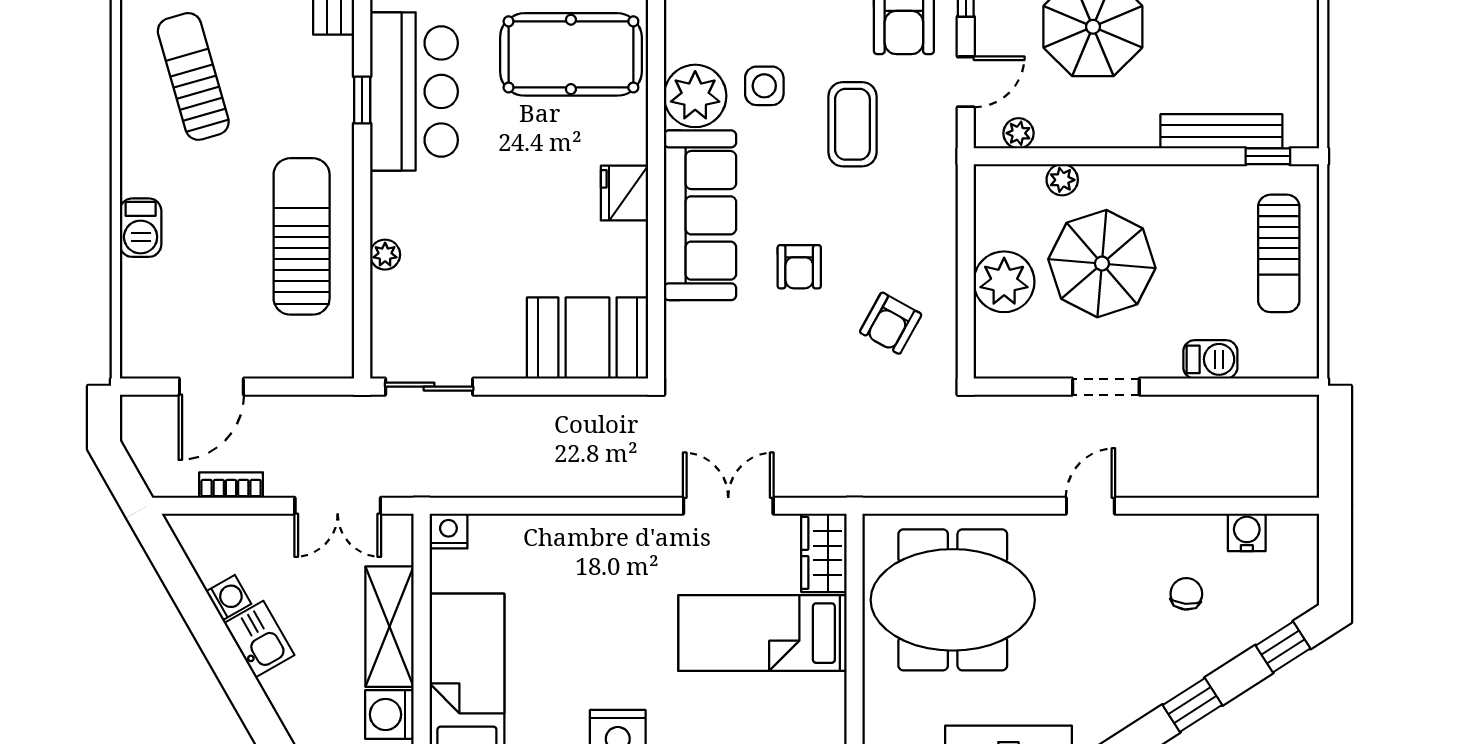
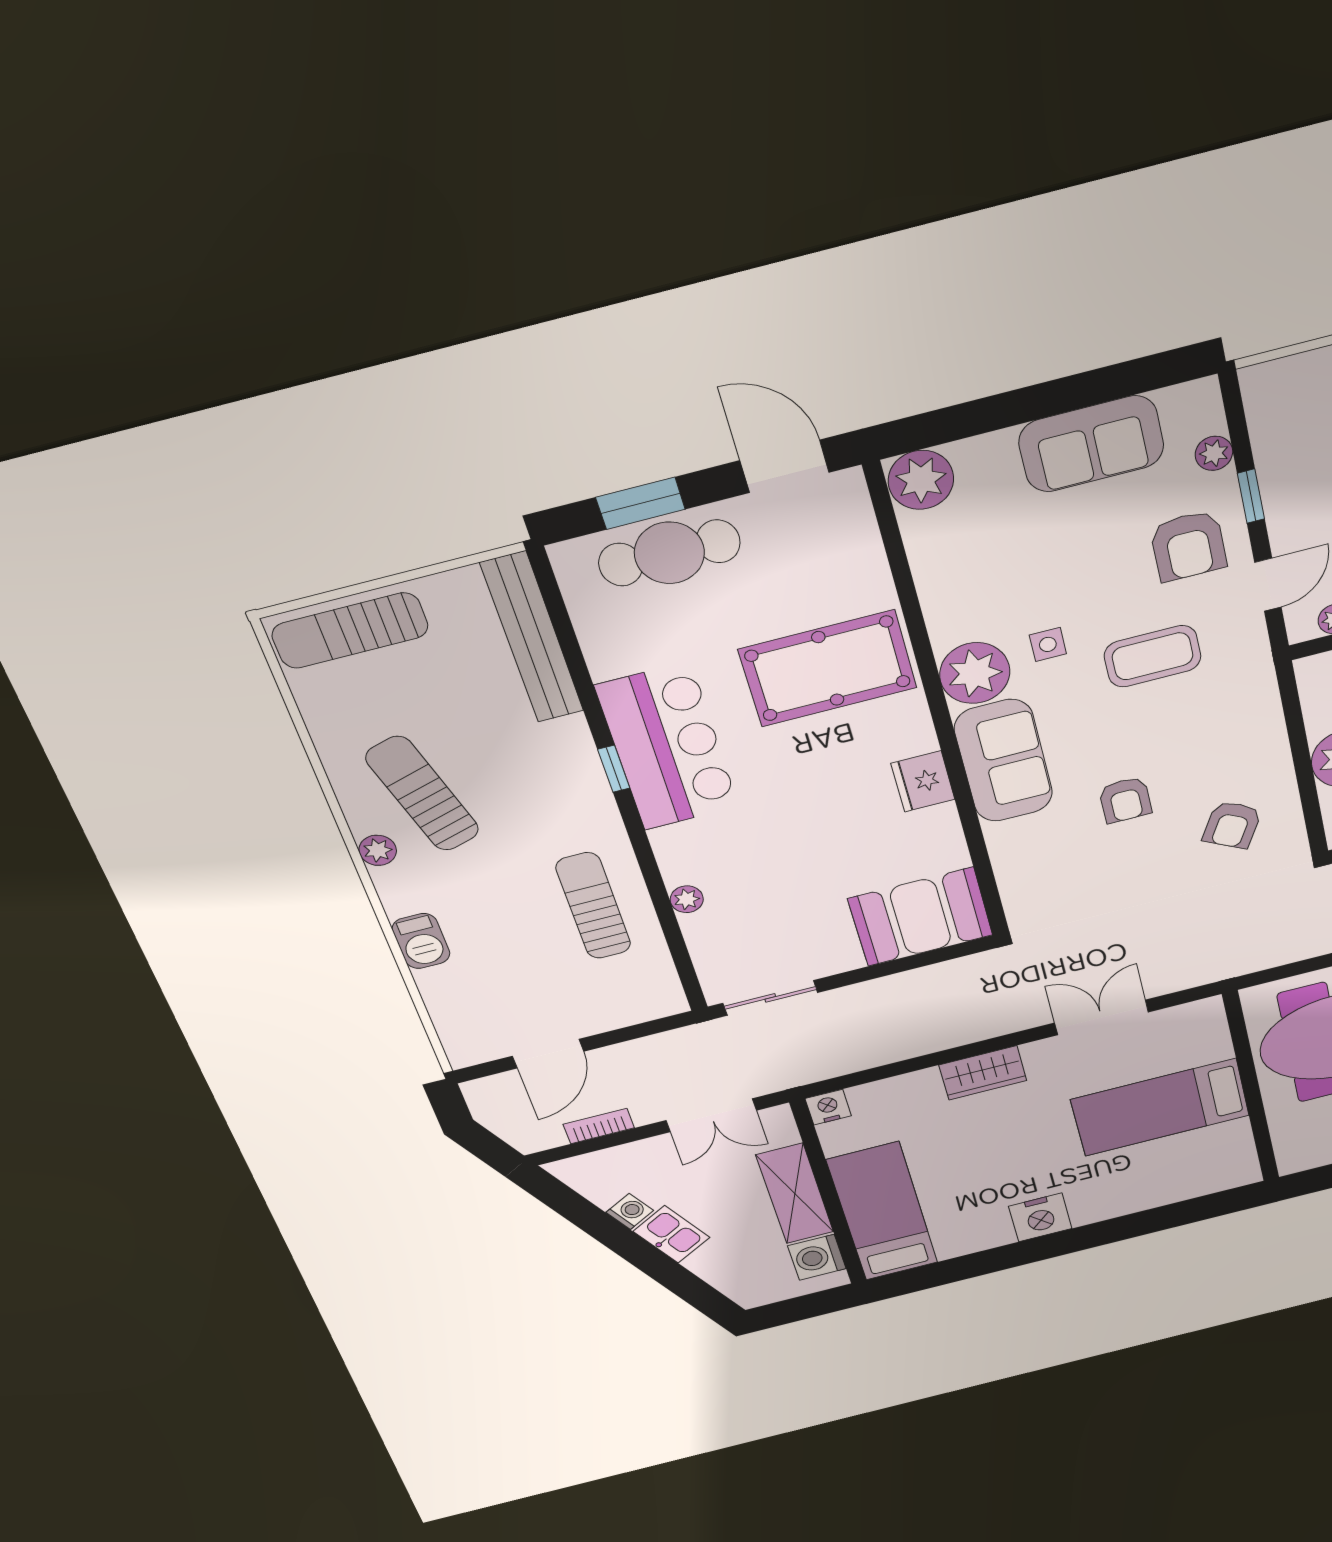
side table: (764, 86) -> (1048, 644), width x0.73, depth x0.73
plant: (136, 122) -> (378, 850), added
coffee table: (852, 124) -> (1153, 656), turned 90
sofa: (700, 215) -> (1004, 761), width x0.73
sun lounger: (302, 236) -> (593, 906), width x0.73, depth x0.75
wardrobe: (824, 553) -> (983, 1073), moved, turned -90

